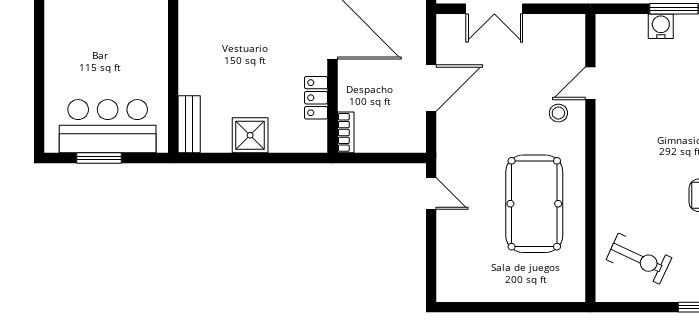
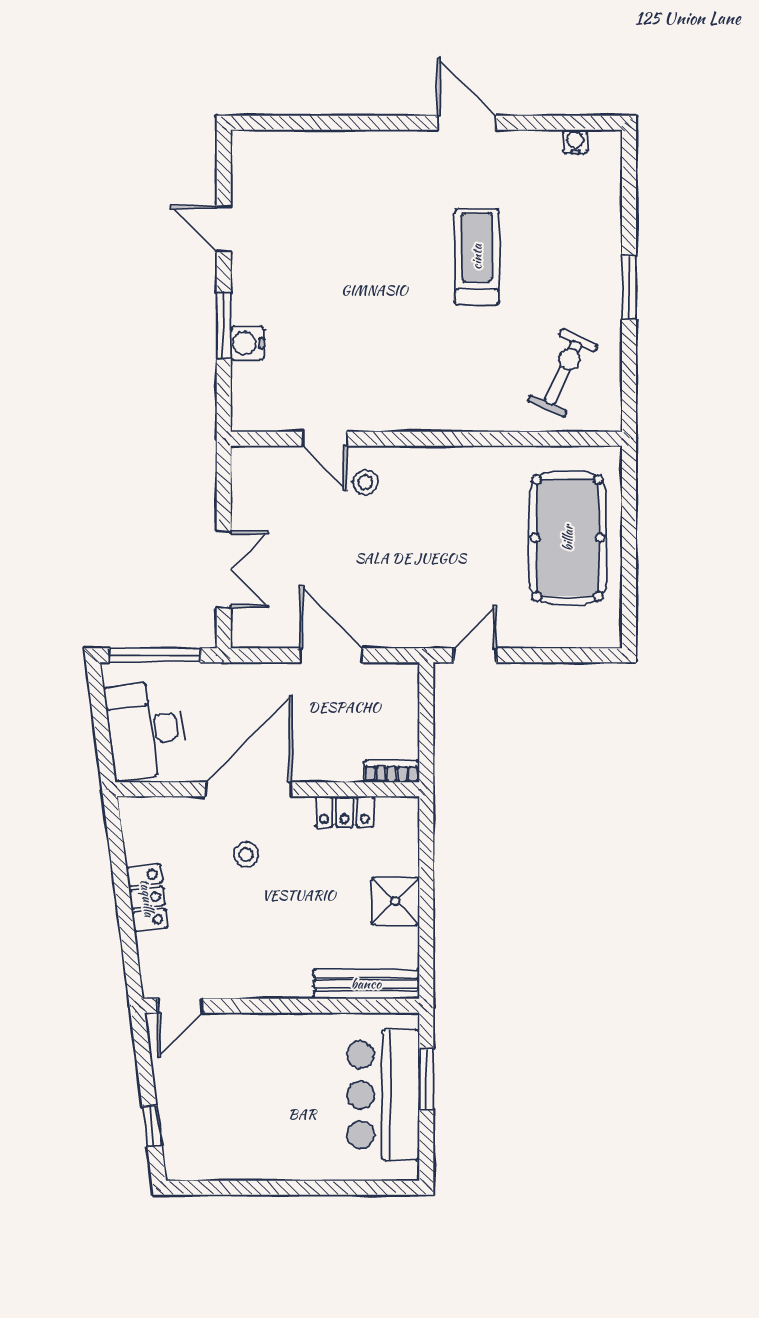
stool: (285, 25) -> (246, 854), added
bench: (189, 124) -> (366, 984), width x1.36
window: (99, 158) -> (426, 1079), moved
pool table: (534, 204) -> (568, 538), moved, turned 90

